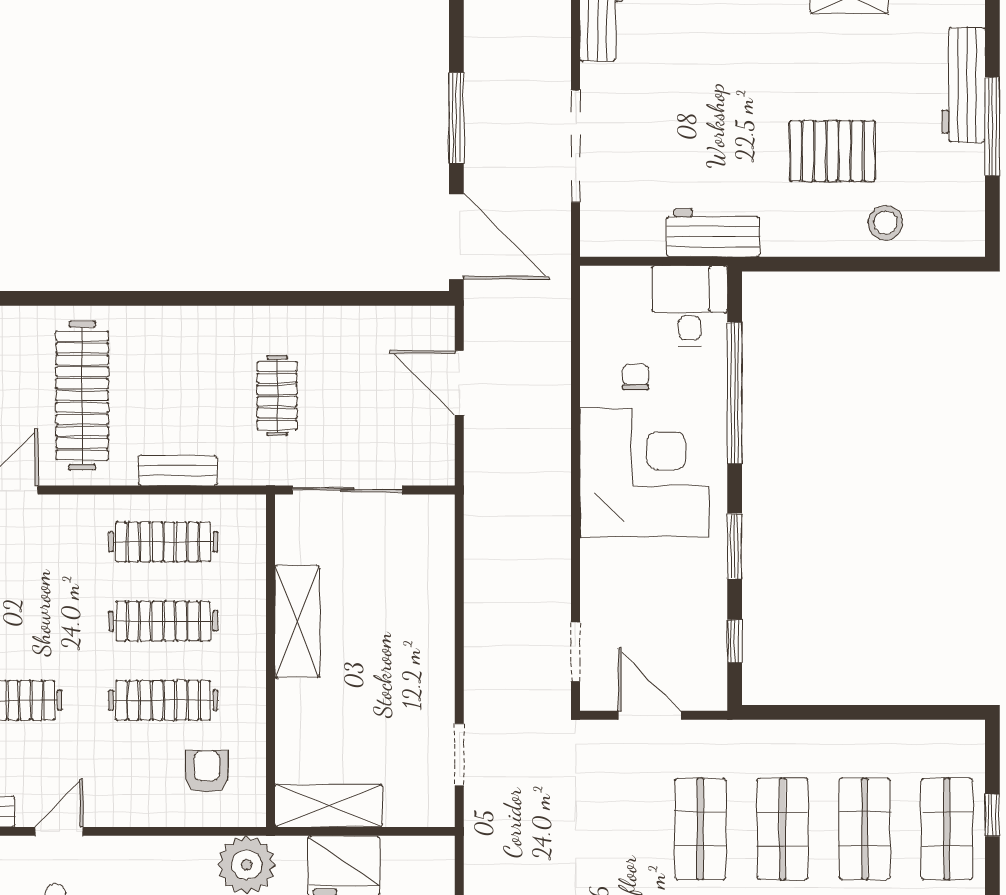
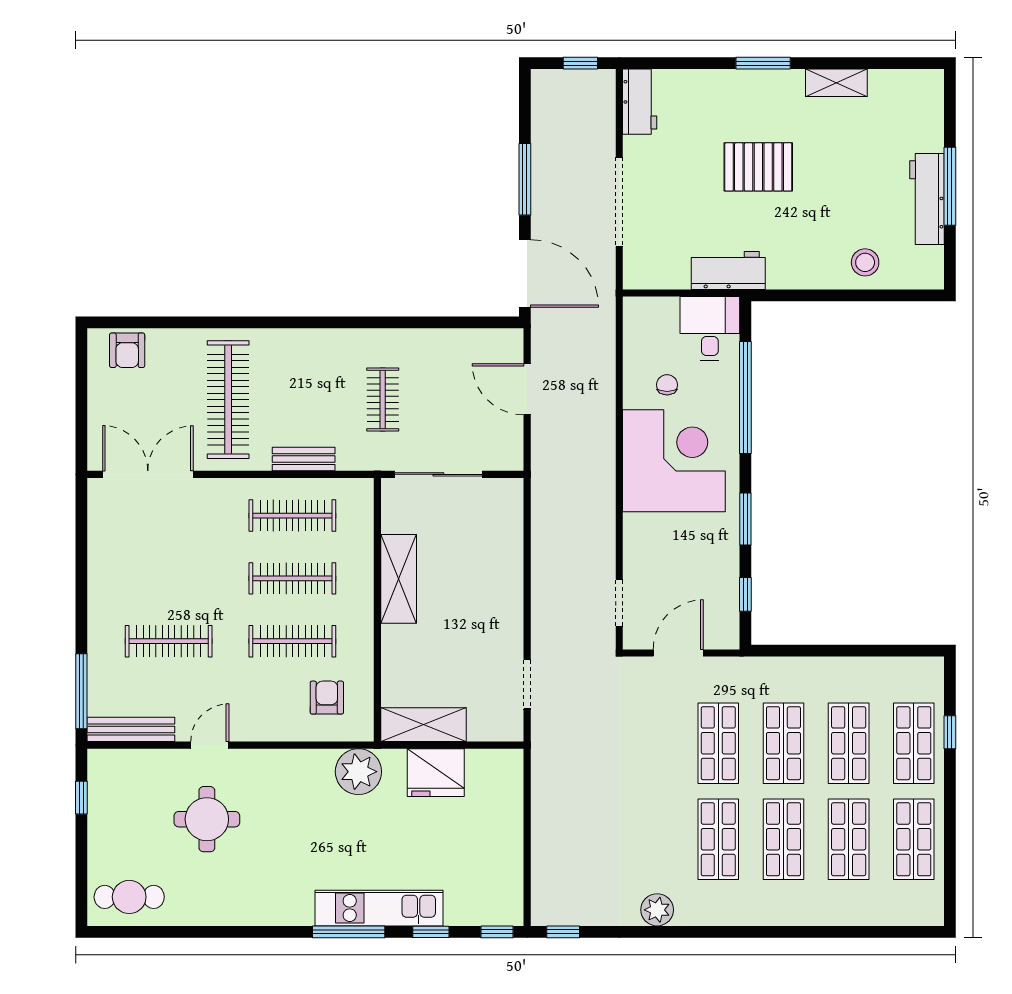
workbench: (963, 85) -> (927, 199), moved
pallet: (832, 151) -> (758, 167), moved
door: (650, 715) -> (678, 653), hinge flipped

